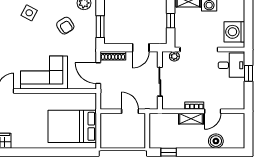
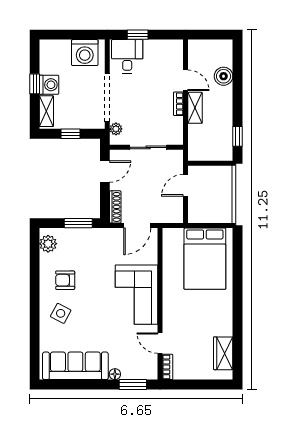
armchair: (65, 26) -> (65, 280), moved, turned -148
door: (141, 48) -> (105, 172), hinge flipped

